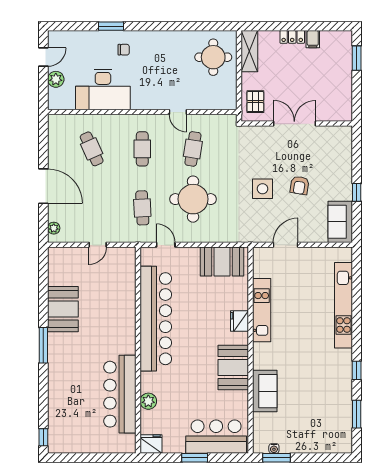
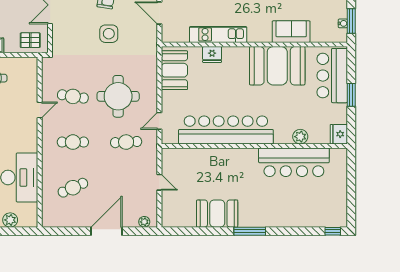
fridge: (239, 321) -> (212, 54), moved
booth: (233, 368) -> (277, 66), width x1.36, depth x1.42

